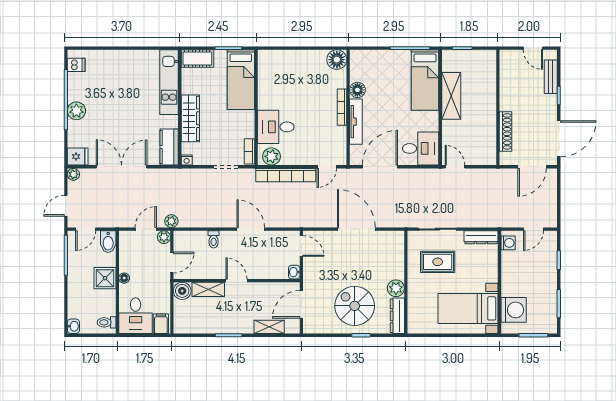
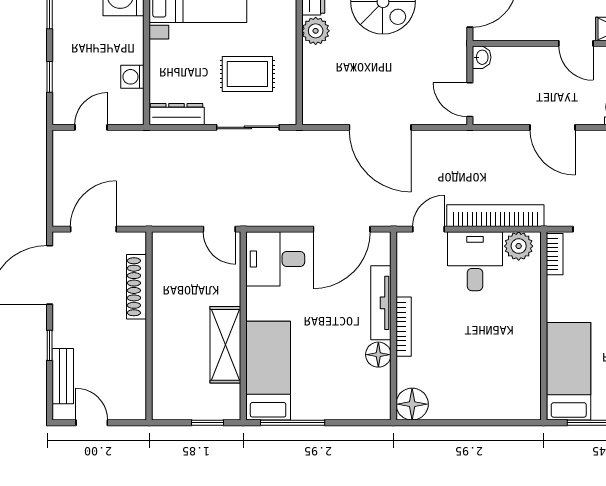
desk: (276, 127) -> (475, 261), moved, turned -90
washing machine: (508, 243) -> (132, 77), moved

